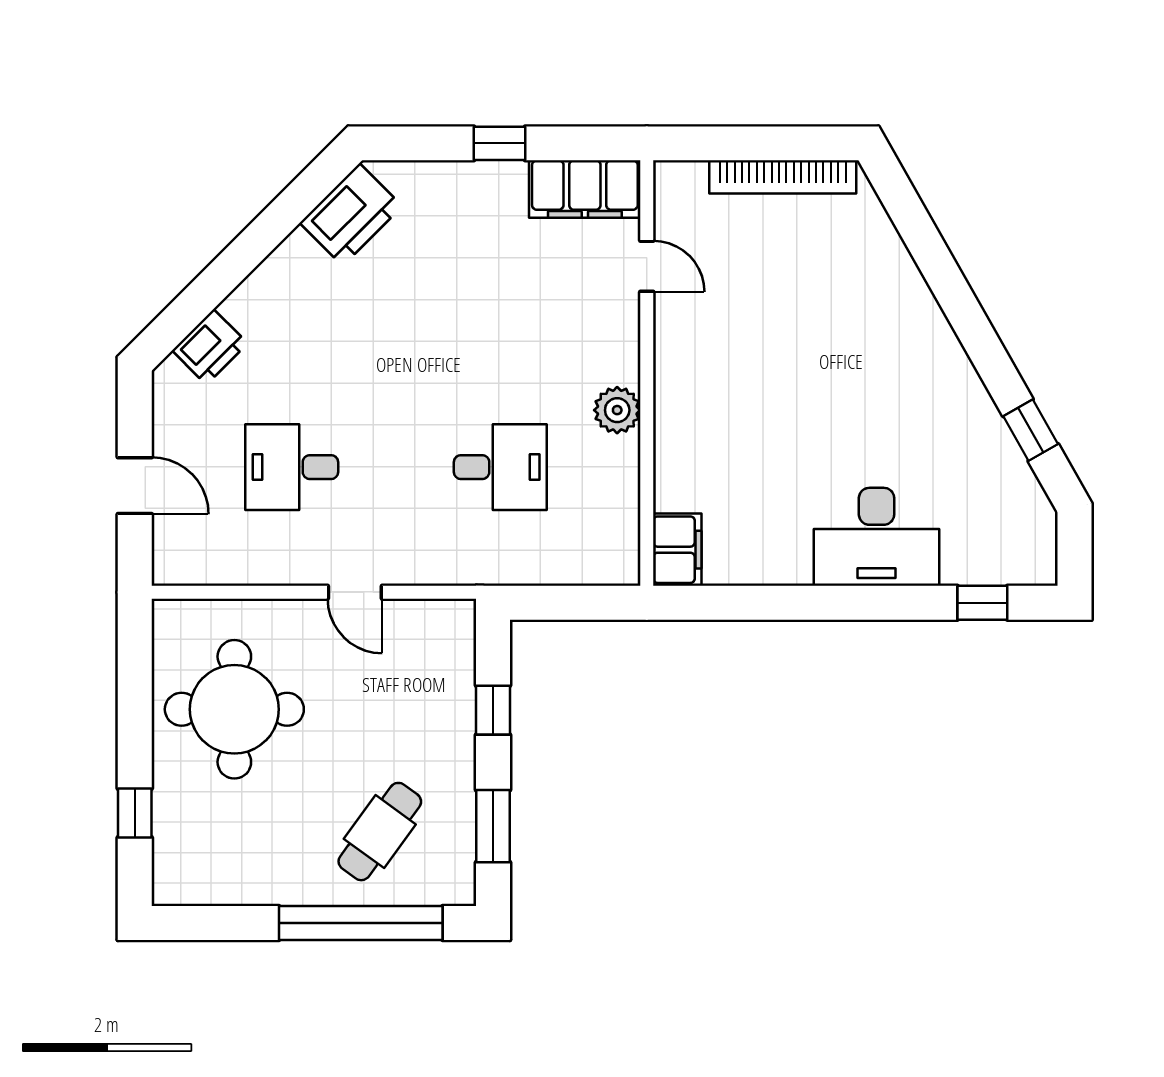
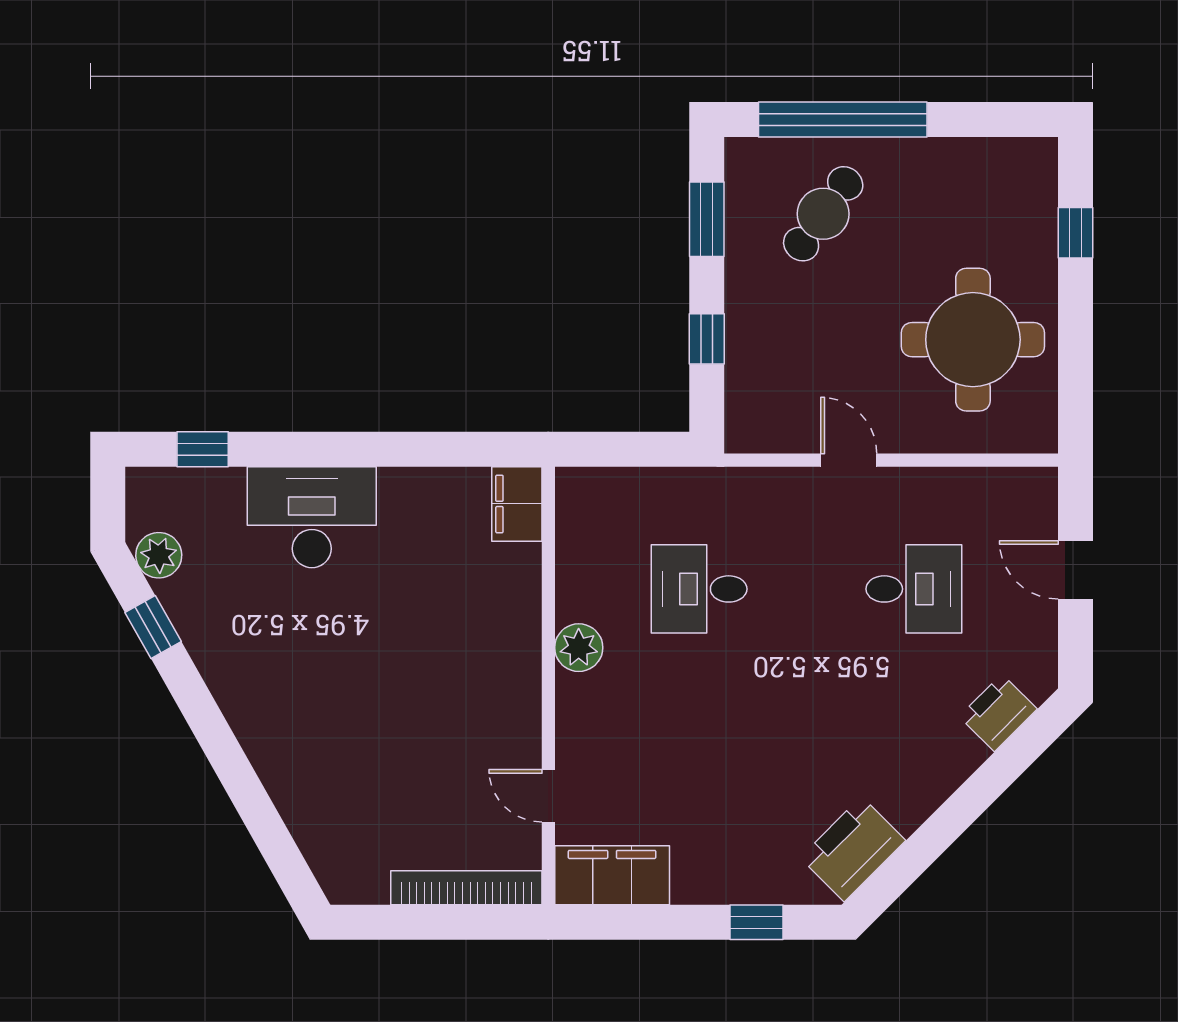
window: (500, 143) -> (756, 922), moved
bookcase: (783, 177) -> (466, 888), moved
plant: (1025, 500) -> (159, 555), added

